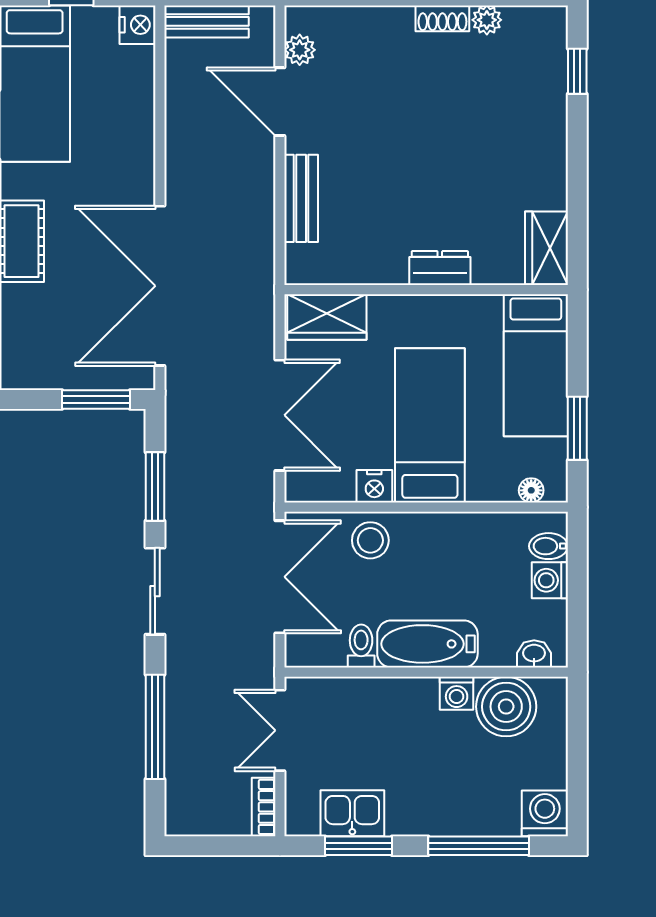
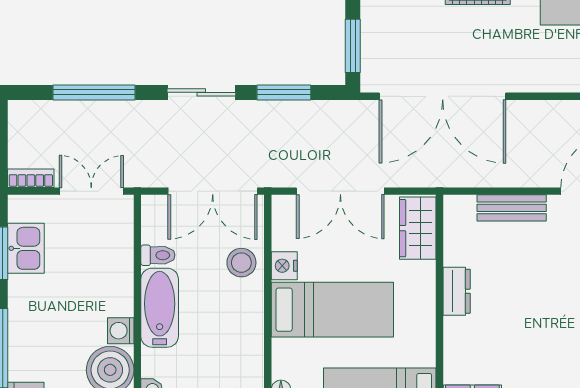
dresser: (440, 268) -> (457, 291), moved
double door: (160, 286) -> (443, 96), swing flipped

